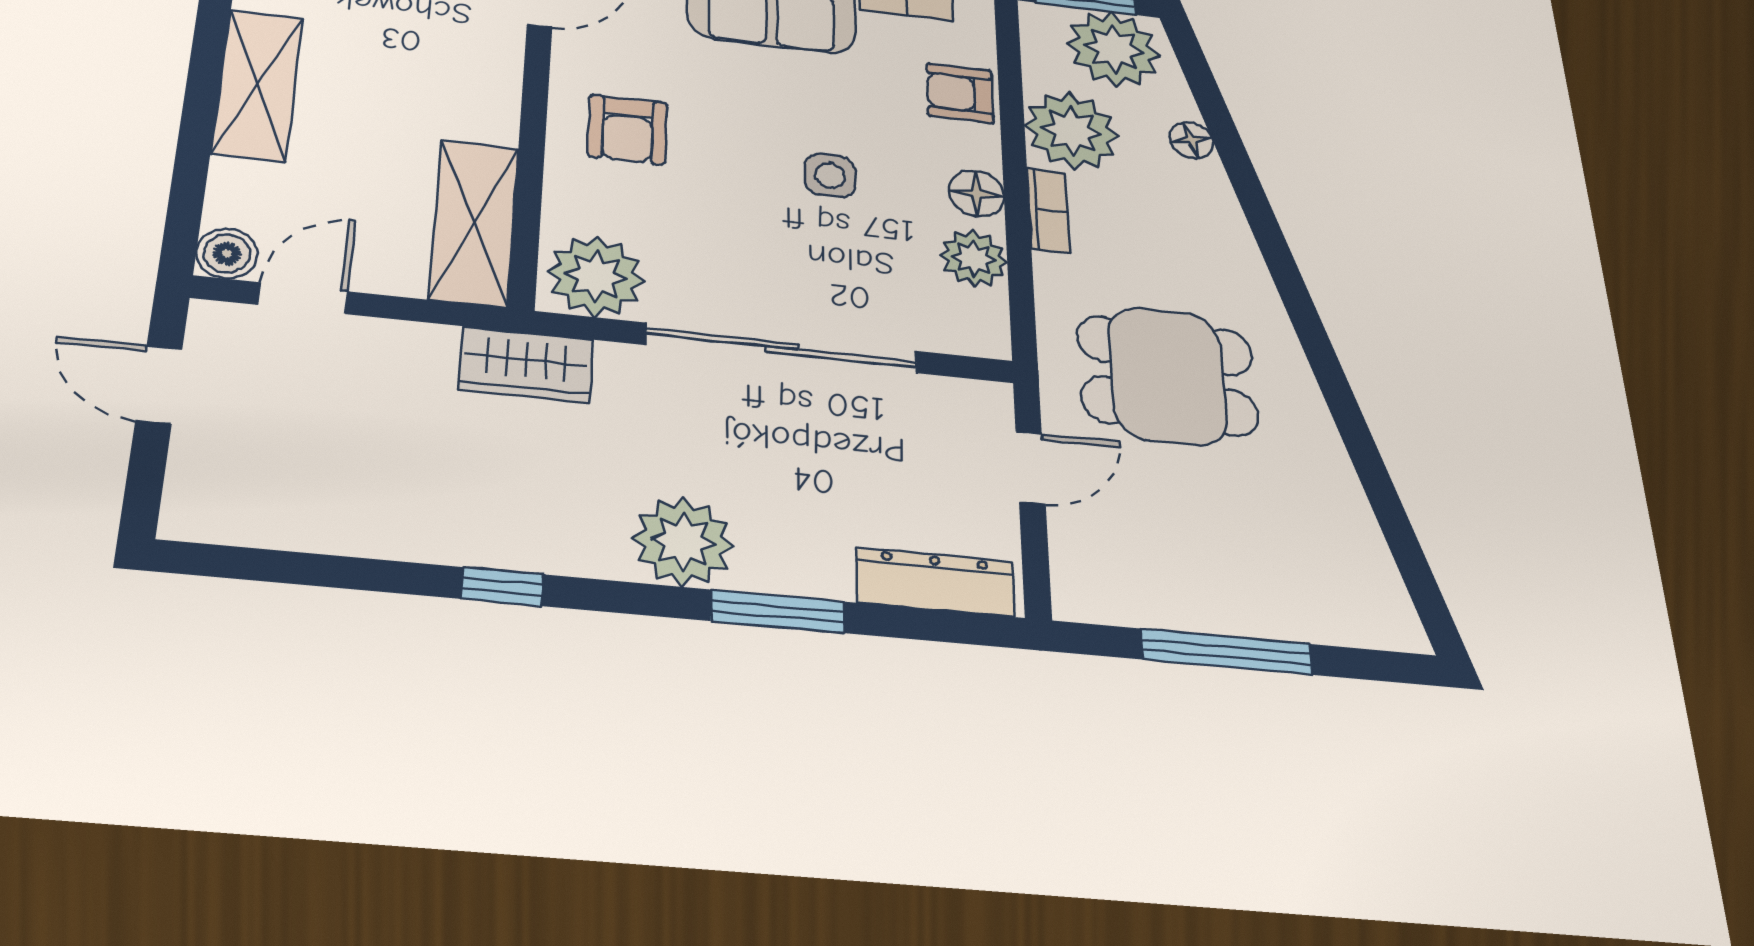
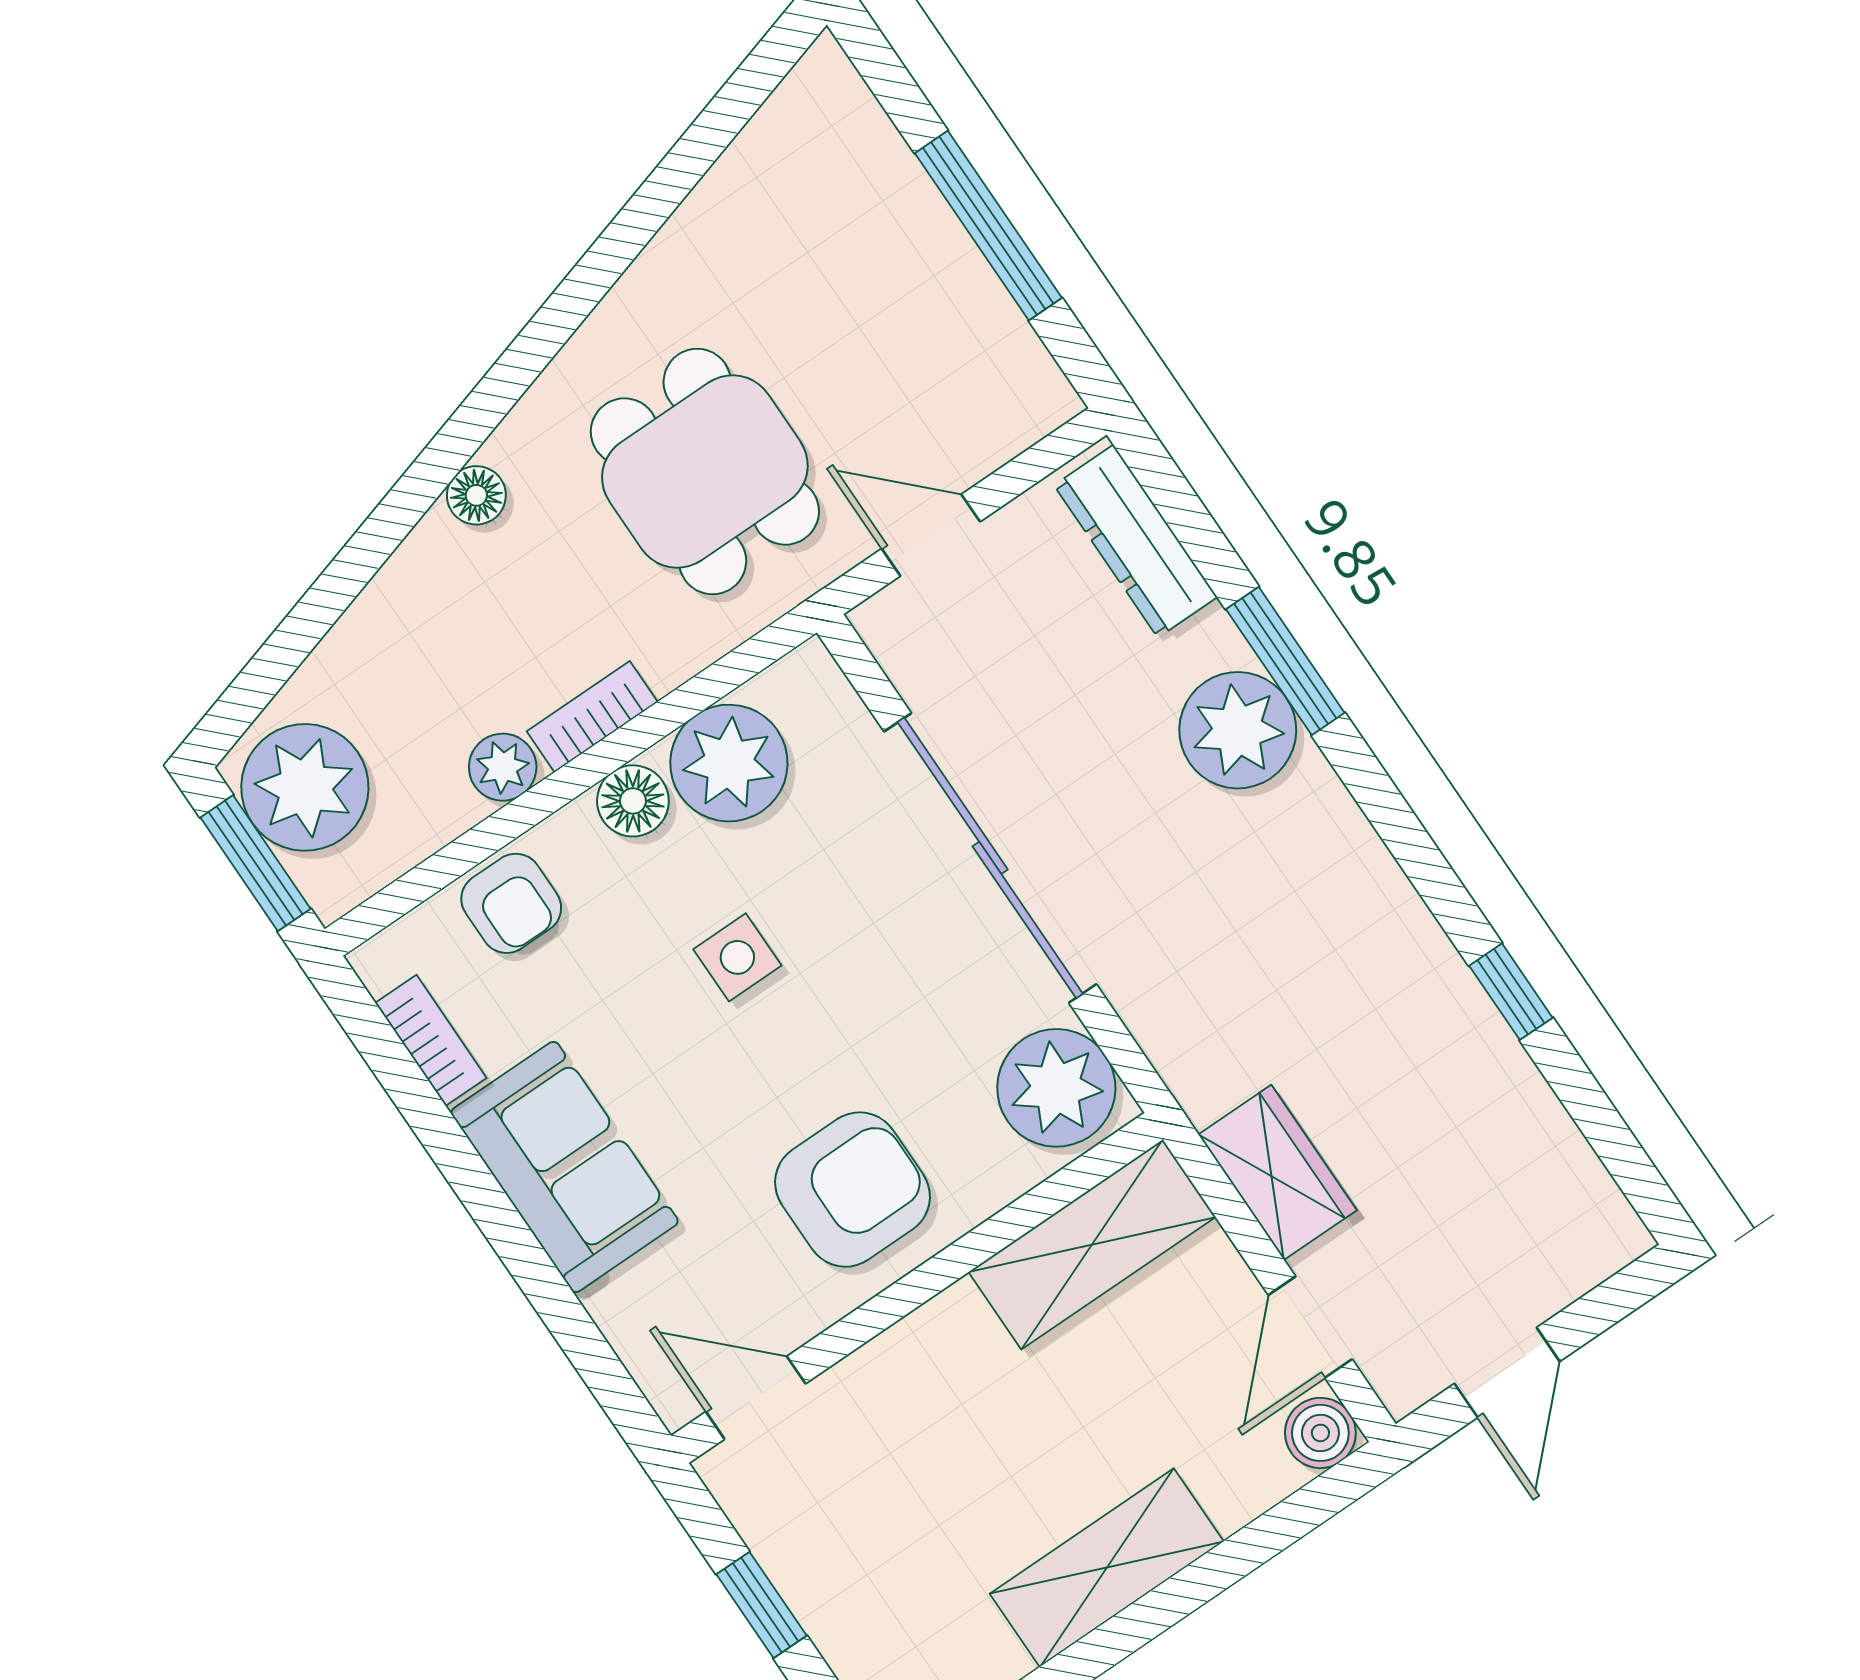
armchair: (628, 130) -> (853, 1190), width x1.38, depth x1.38
plant: (1072, 131) -> (503, 767), width x0.53, depth x0.53
floor lamp: (1191, 140) -> (476, 495), moved
plant: (974, 258) -> (729, 763), width x1.36, depth x1.36
door: (303, 298) -> (1310, 1327), hinge flipped
wardrobe: (526, 364) -> (1278, 1172), moved
plant: (683, 542) -> (1238, 730), moved
window: (502, 587) -> (1511, 992), moved

